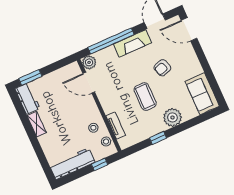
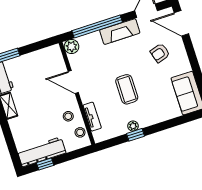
armchair: (162, 68) -> (160, 53), moved
door: (89, 83) -> (73, 82), moved
plant: (172, 117) -> (133, 126), moved, width x0.53, depth x0.53
window: (100, 164) -> (45, 164), moved

